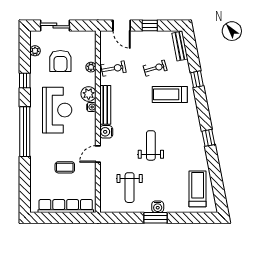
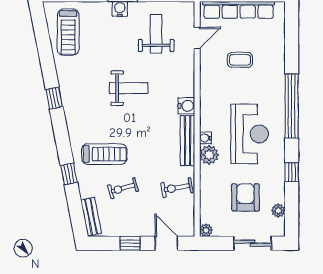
plant: (91, 67) -> (206, 230), moved
reception desk: (57, 110) -> (250, 134), turned 180
weight bench: (151, 145) -> (129, 88), turned -90
door: (98, 154) -> (197, 38), moved

